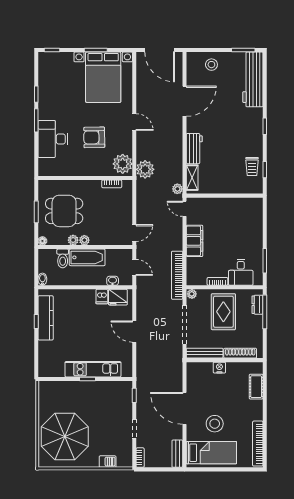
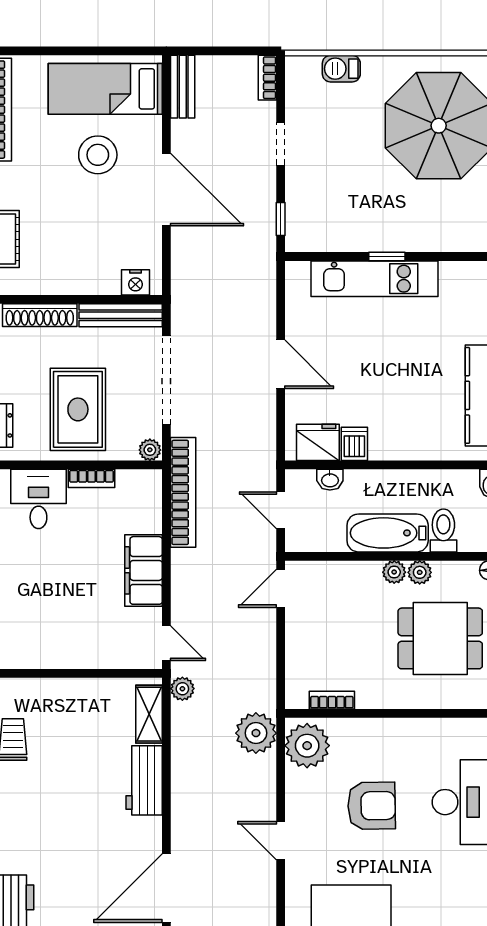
nightstand: (219, 368) -> (135, 282), moved

